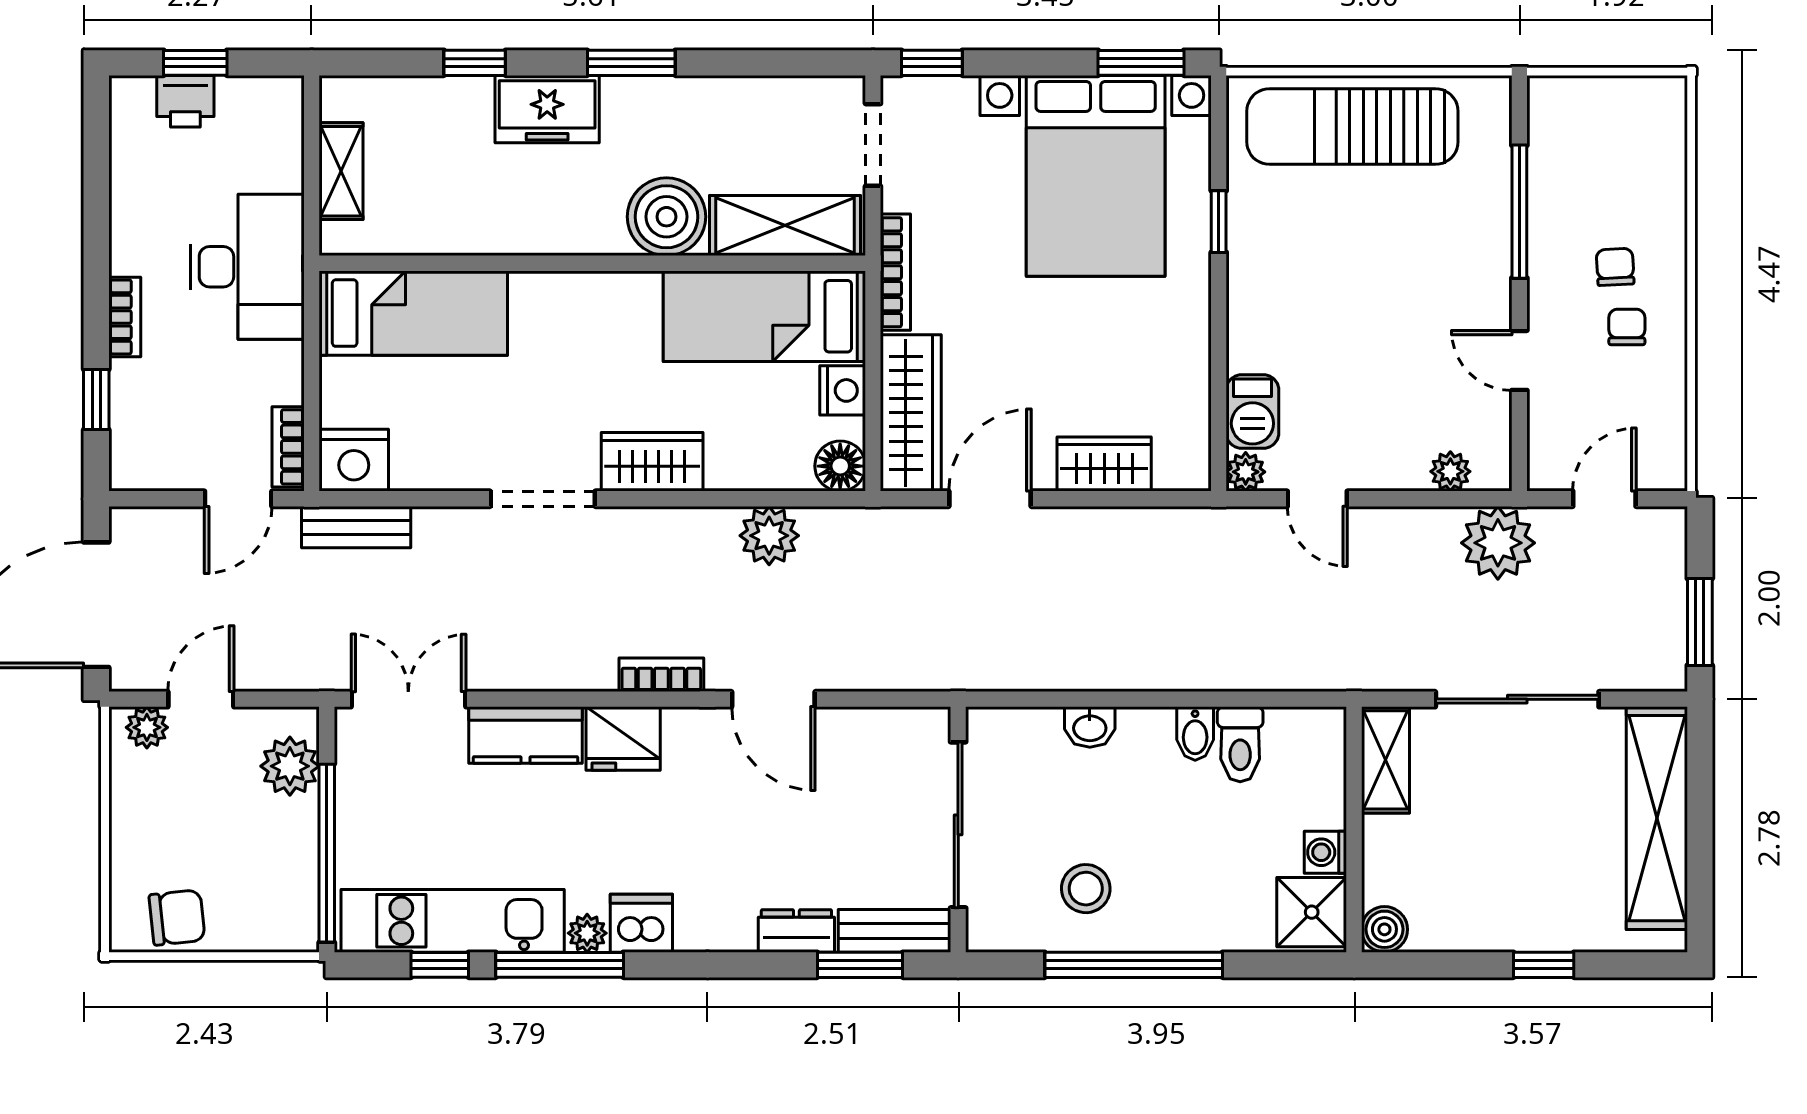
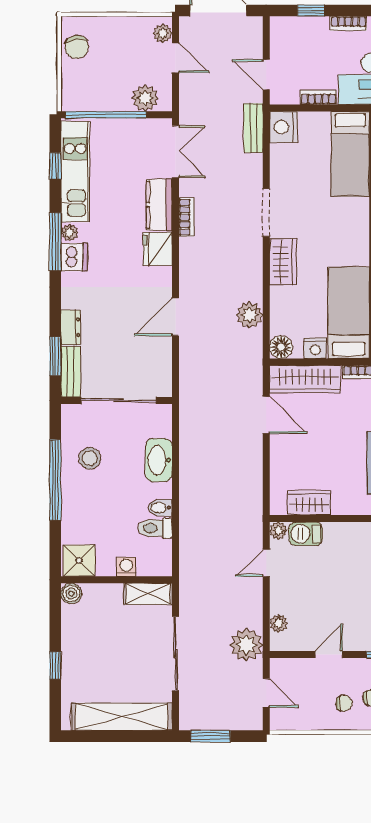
bookcase: (288, 447) -> (318, 97), moved
wardrobe: (1104, 464) -> (309, 503), moved, turned -90
bookcase: (661, 675) -> (187, 217), moved
washbasin: (1090, 727) -> (159, 460), width x1.91, depth x1.45
washing machine: (1325, 852) -> (126, 567), moved
window: (560, 965) -> (55, 242), moved

